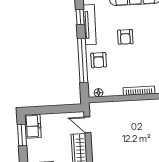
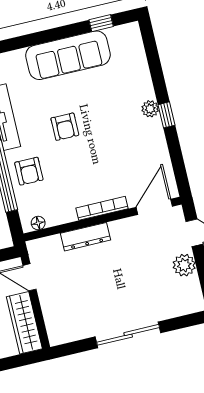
dresser: (126, 106) -> (85, 237), added

